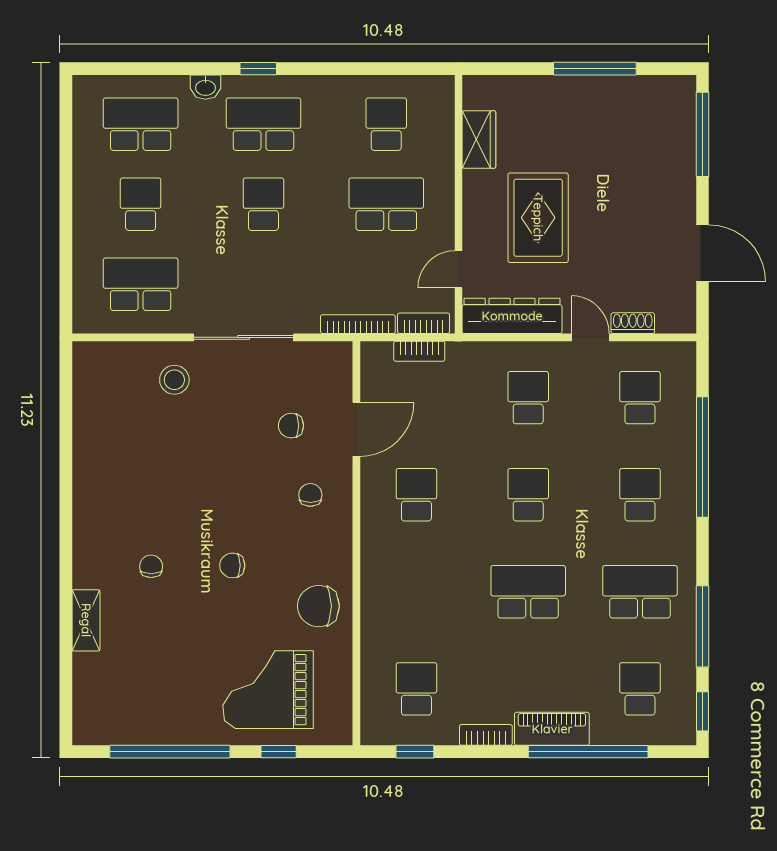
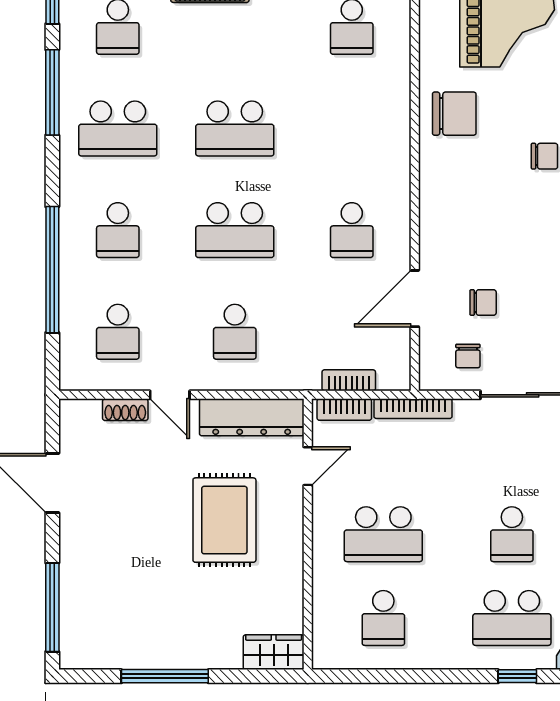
wardrobe: (479, 139) -> (274, 652), moved, turned 90
chair: (310, 495) -> (468, 356), moved
school desk: (528, 495) -> (235, 230), width x1.85

